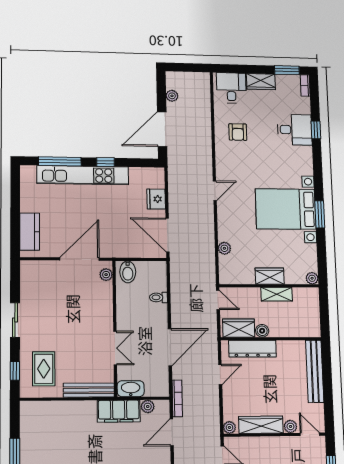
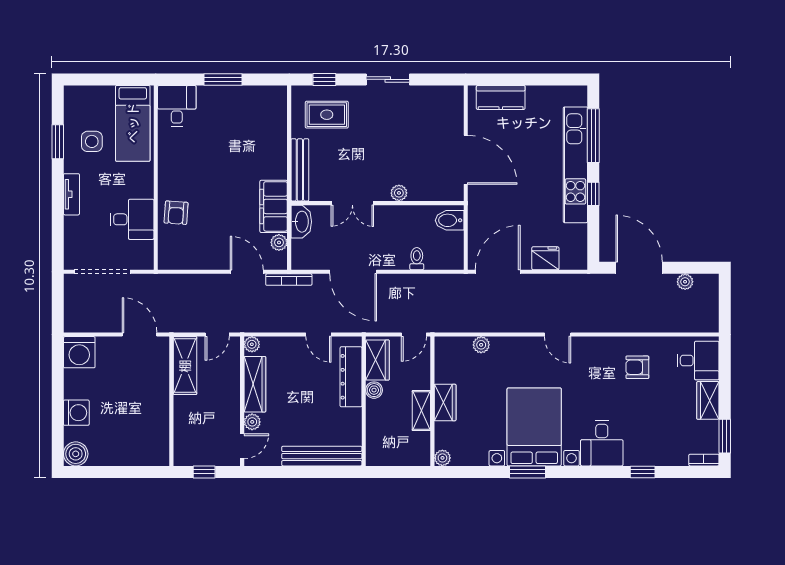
desk: (295, 130) -> (602, 443), moved
plant: (106, 275) -> (399, 193), moved

